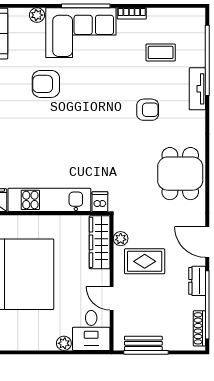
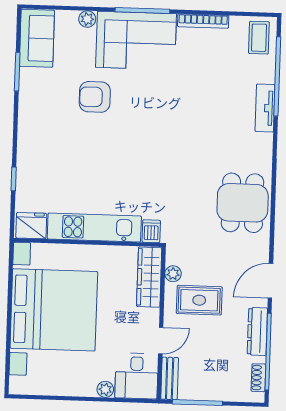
bookcase: (132, 13) -> (203, 21), width x1.56
coffee table: (161, 52) -> (259, 38), moved, turned 90
armchair: (148, 110) -> (208, 130), removed
door: (207, 242) -> (270, 281), hinge flipped
dresser: (197, 281) -> (257, 331), width x1.44
door: (112, 298) -> (161, 341), swing flipped
shoe rack: (199, 328) -> (258, 378), width x0.70
bench: (143, 343) -> (170, 378), moved, turned 90

